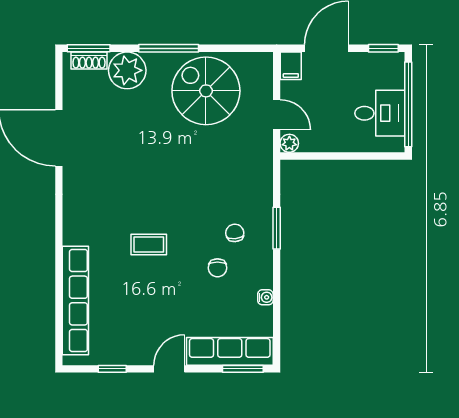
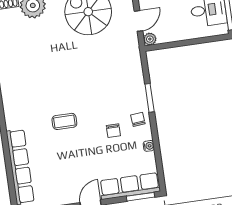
door: (277, 115) -> (138, 21), hinge flipped
chair: (235, 233) -> (138, 119), moved

